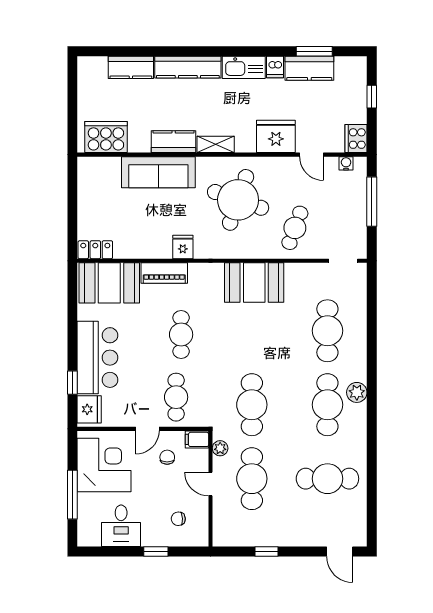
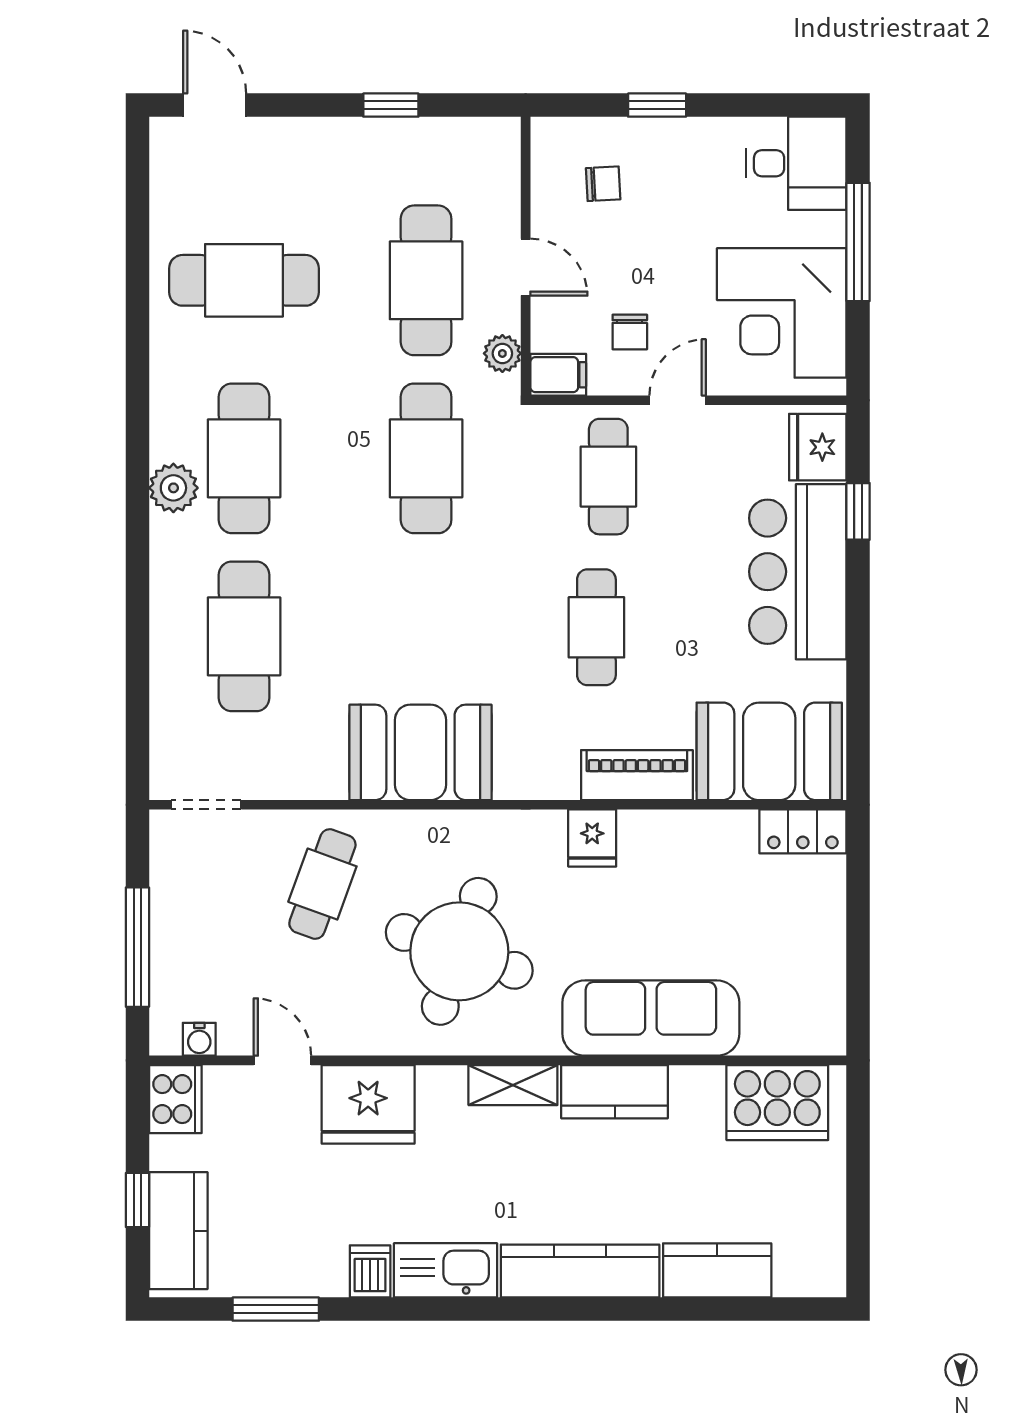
kitchen counter: (309, 68) -> (178, 1231), moved, turned 90
desk: (121, 526) -> (796, 163), moved, turned 90

